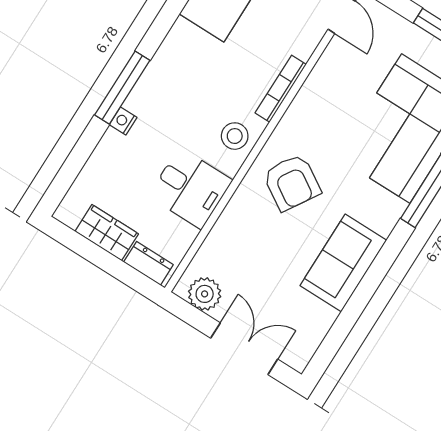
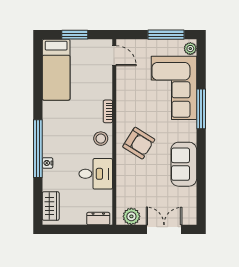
window: (122, 88) -> (38, 149), width x1.46
bookcase: (281, 89) -> (108, 111), width x0.64
wardrobe: (107, 233) -> (51, 206), moved, turned 90

